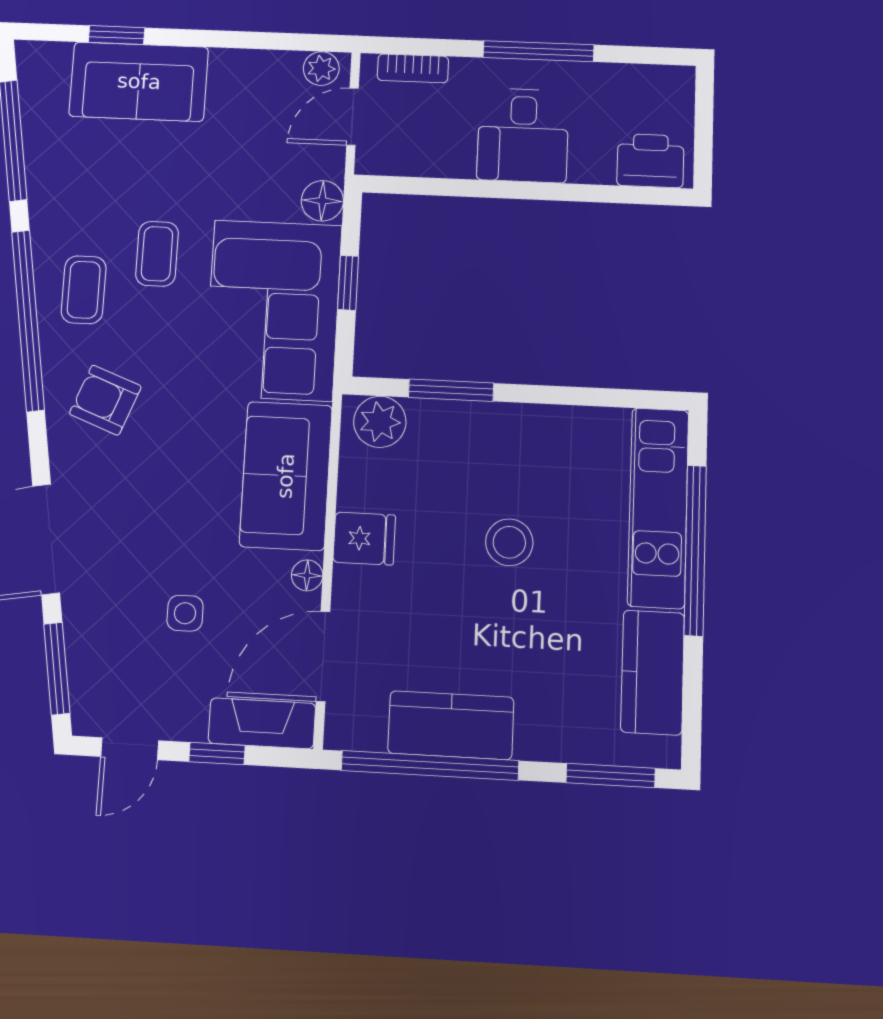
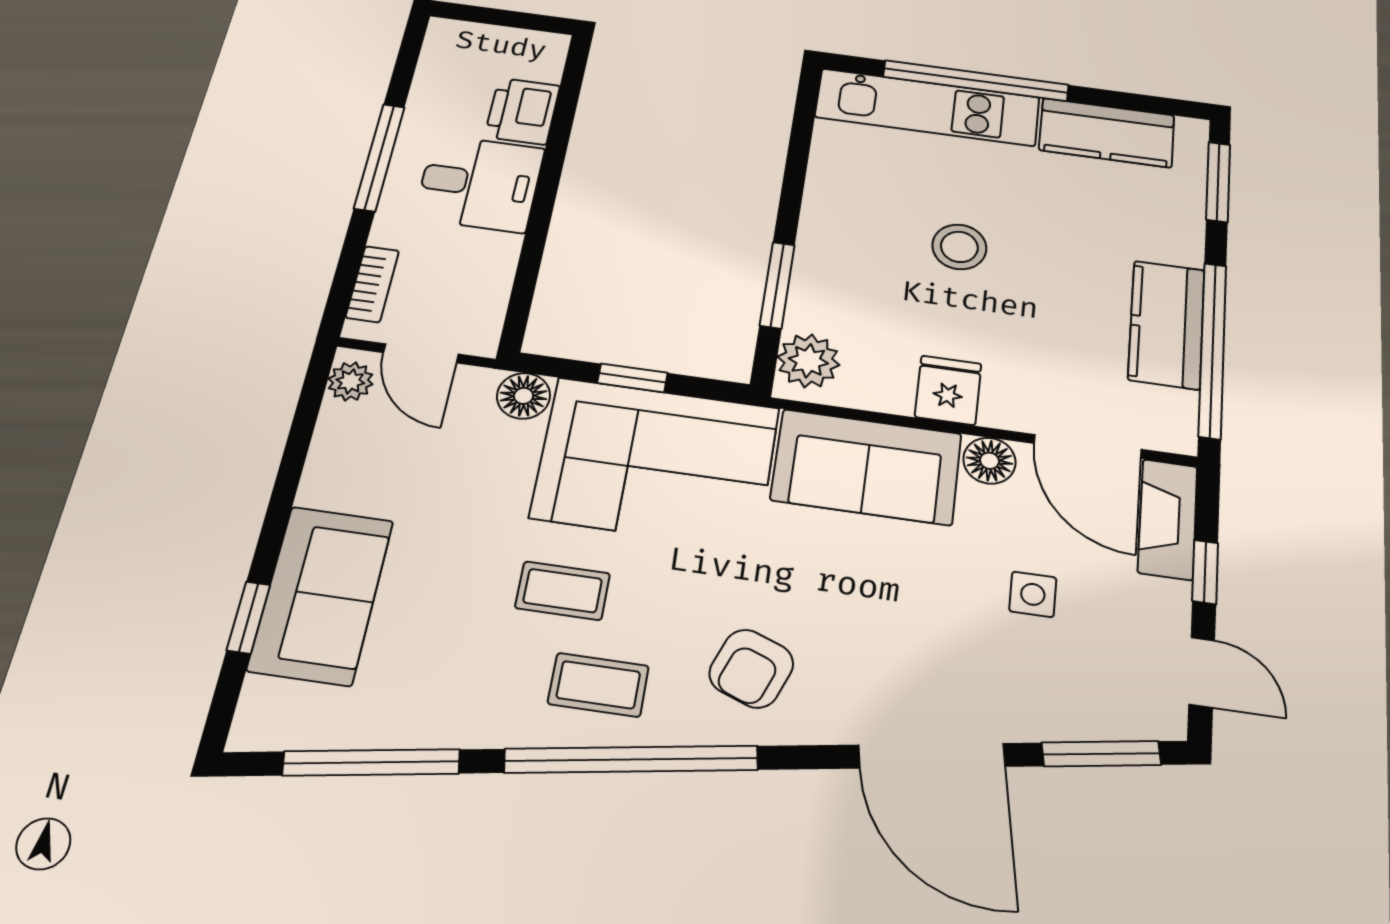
printer: (650, 161) -> (522, 111), moved
floor lamp: (307, 575) -> (989, 461), width x1.37, depth x1.37

